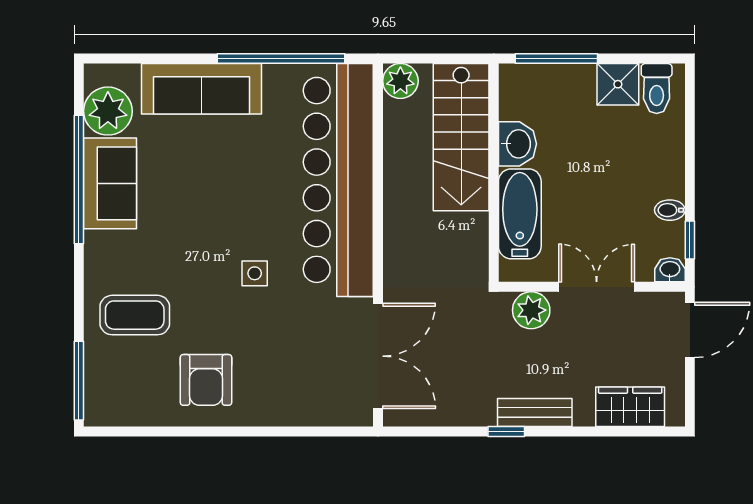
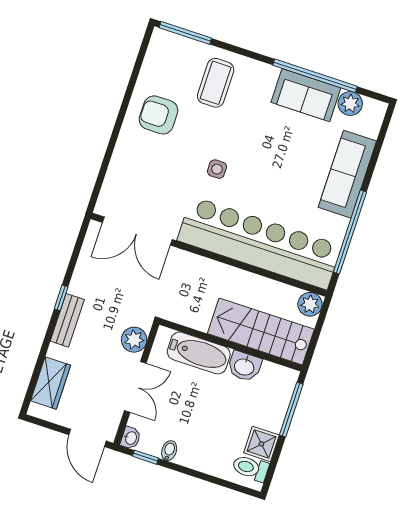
plant: (108, 111) -> (350, 104), width x0.73, depth x0.73

